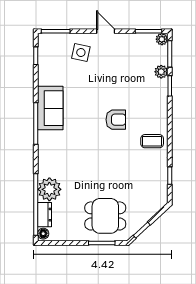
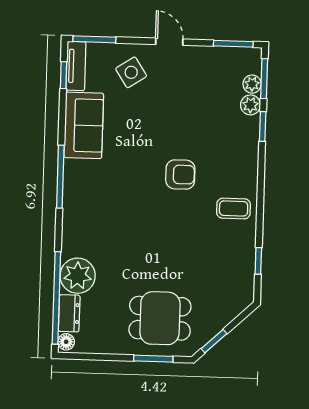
plant: (162, 39) -> (252, 84), moved
tv unit: (44, 49) -> (76, 66), added
side table: (81, 52) -> (131, 72), turned 45
sofa: (50, 108) -> (84, 125), moved

